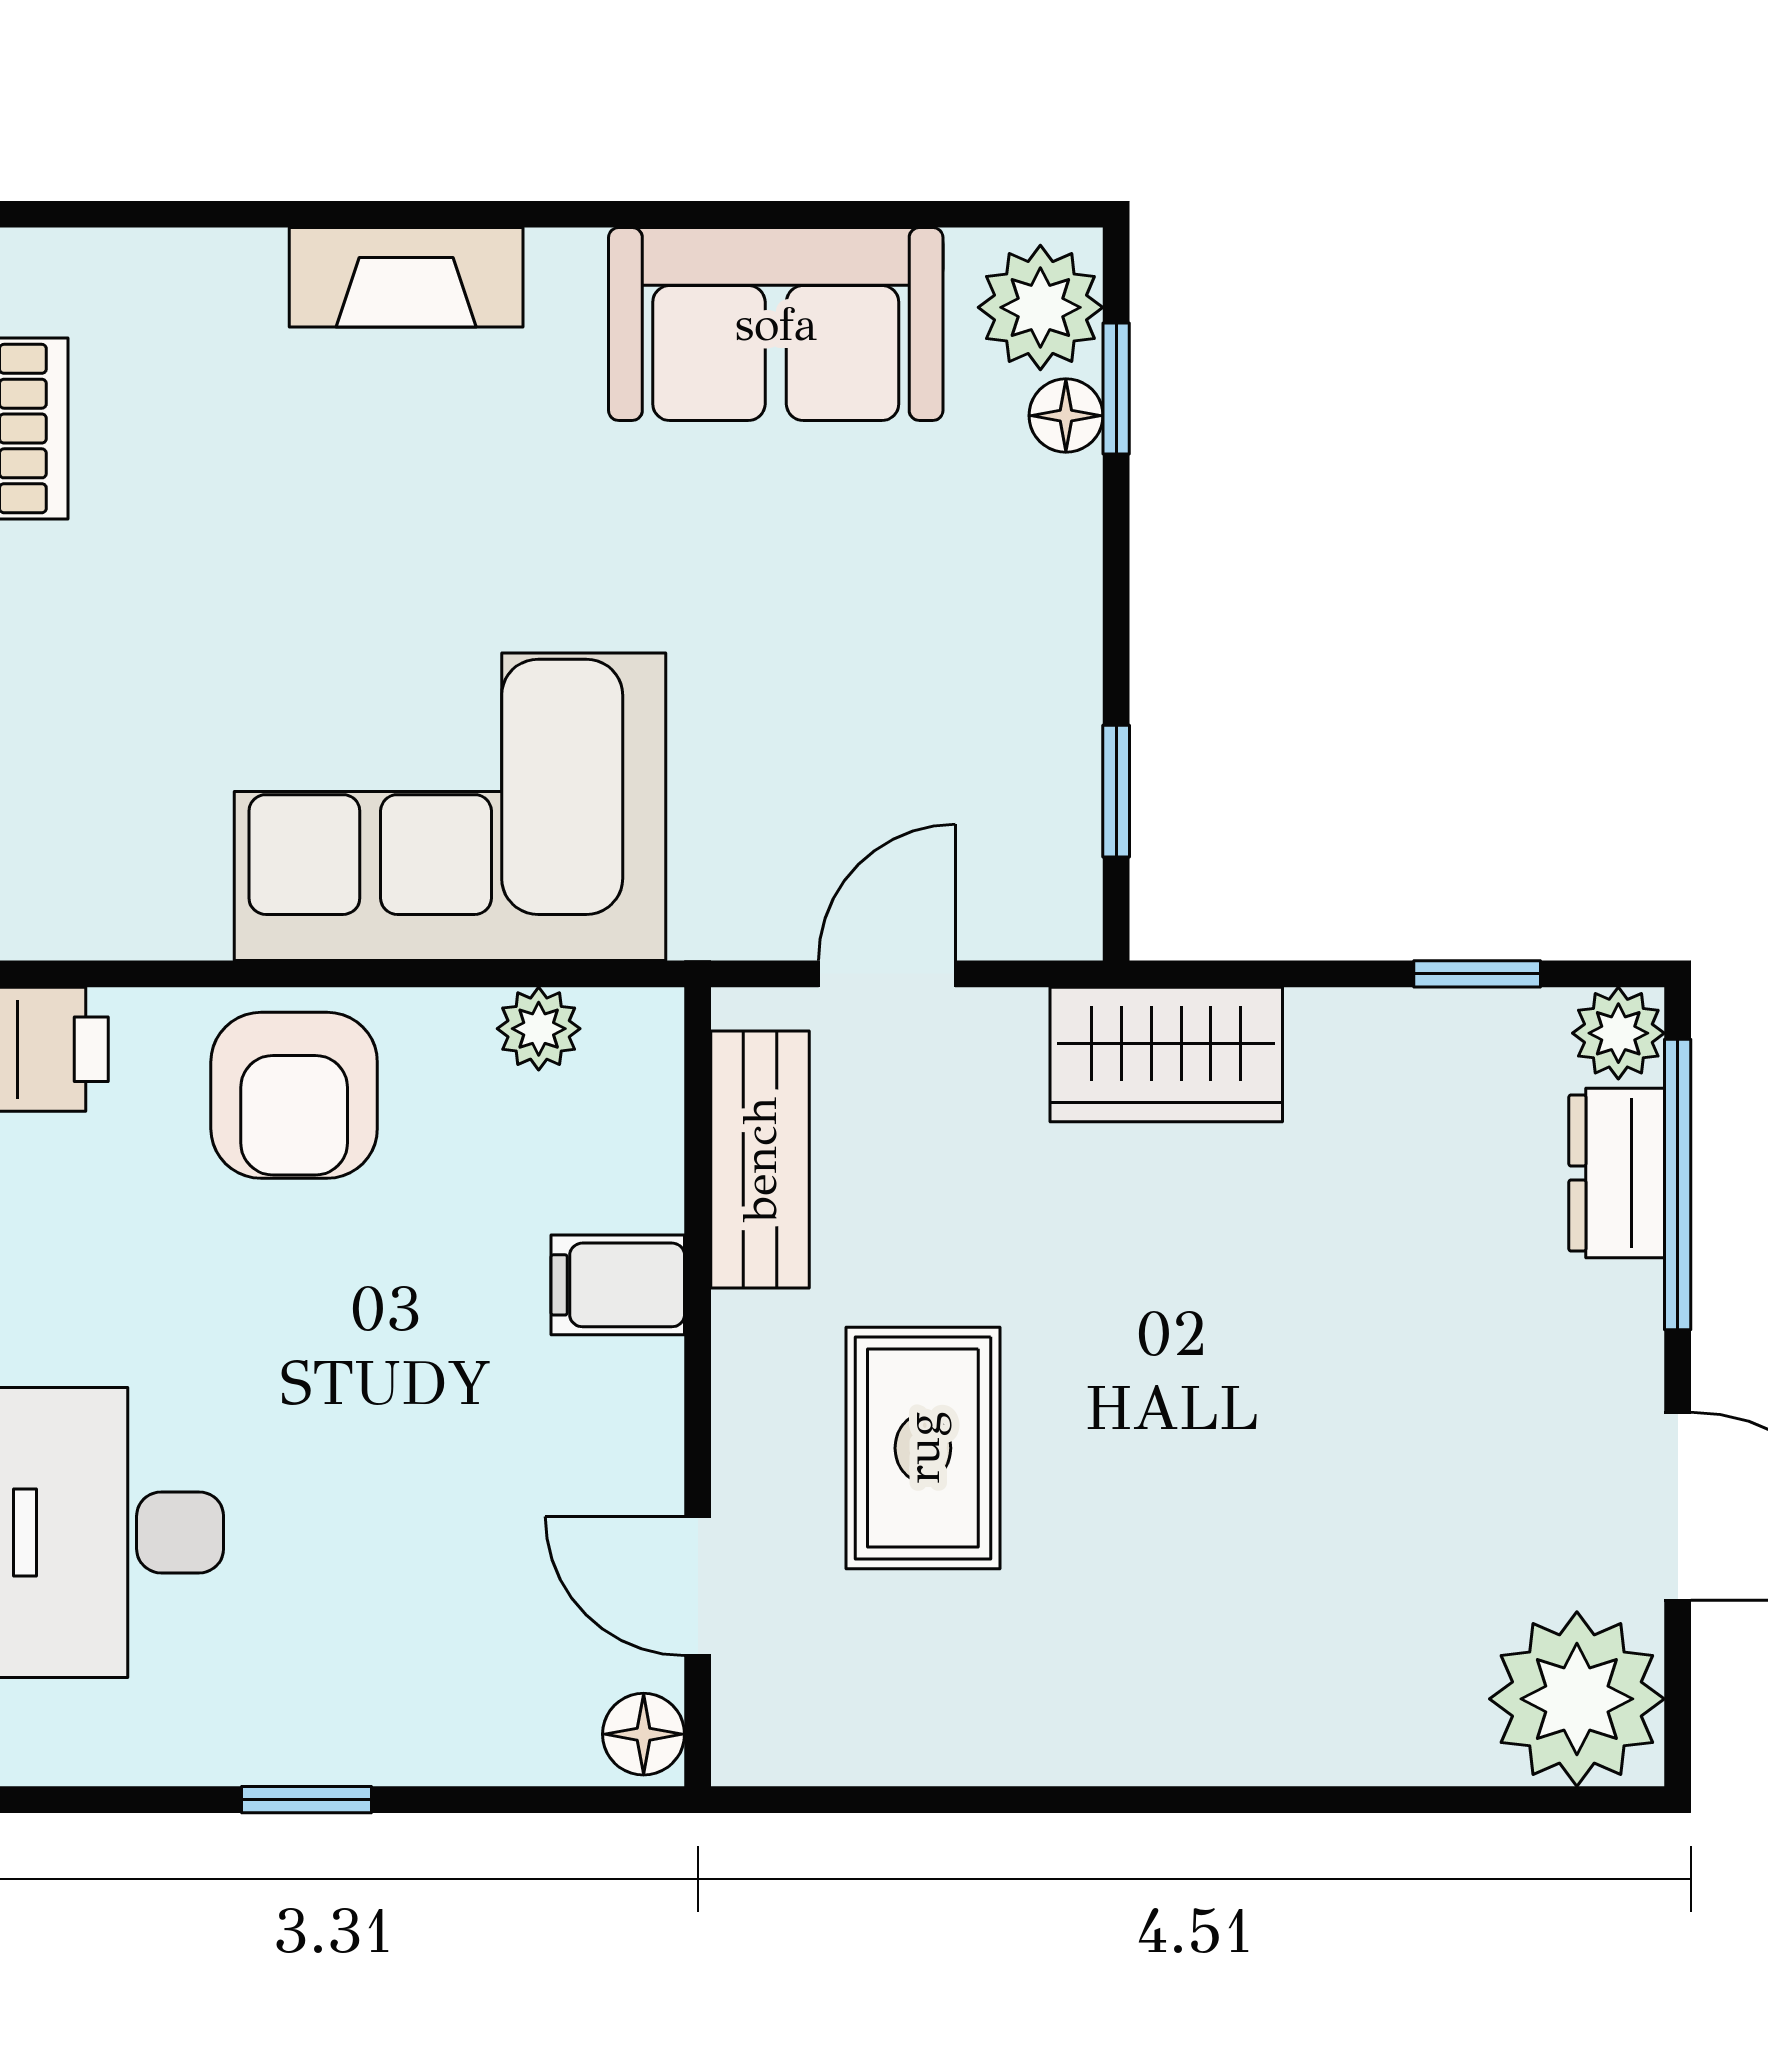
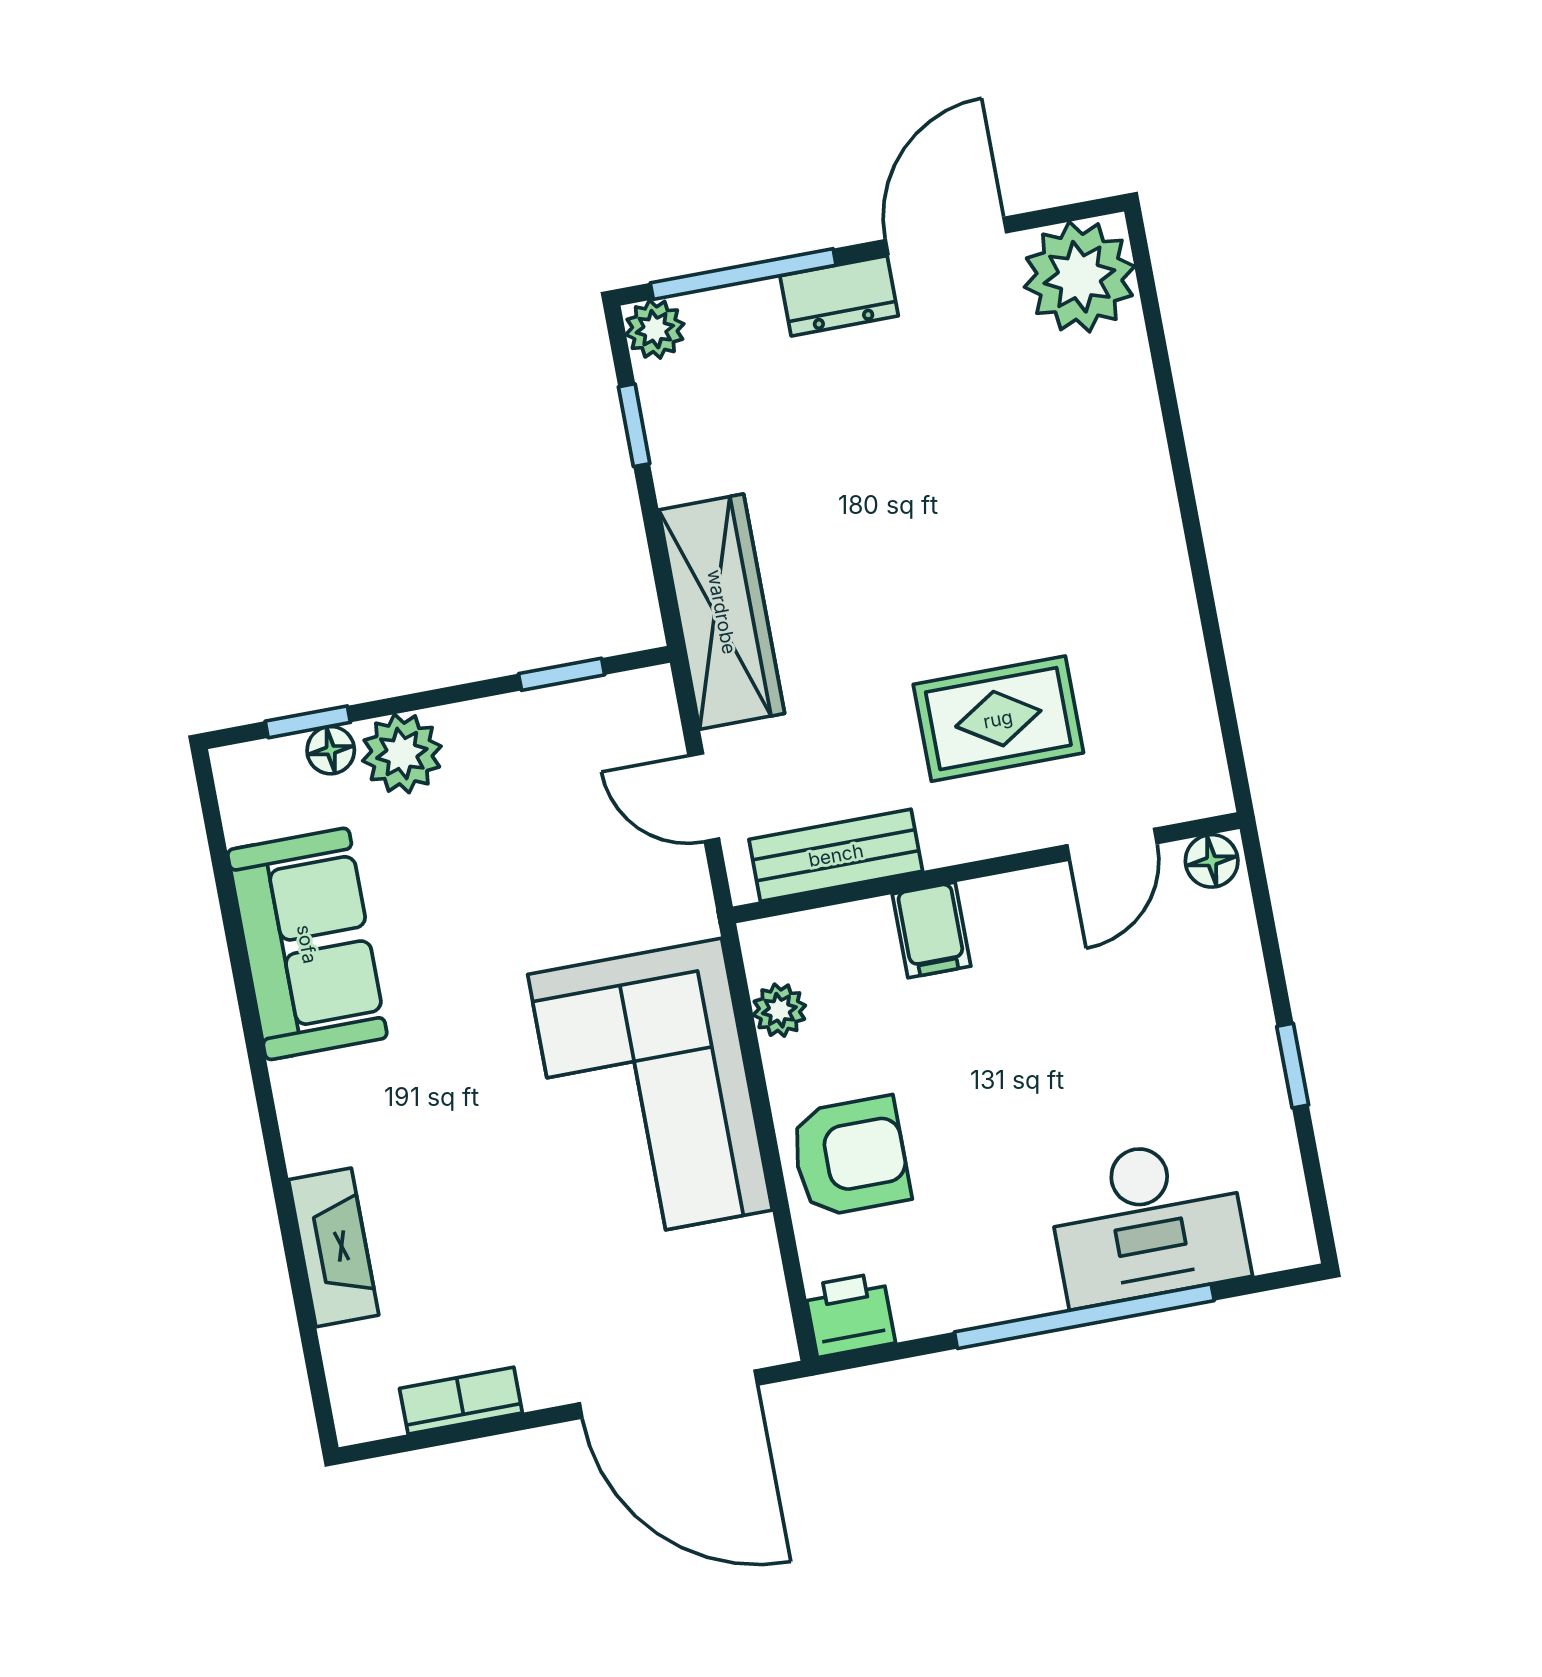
fireplace: (406, 277) -> (334, 1247), moved
plant: (1040, 307) -> (402, 753), moved
wardrobe: (1166, 1054) -> (722, 612), width x1.50
dresser: (1617, 1173) -> (839, 296), moved

